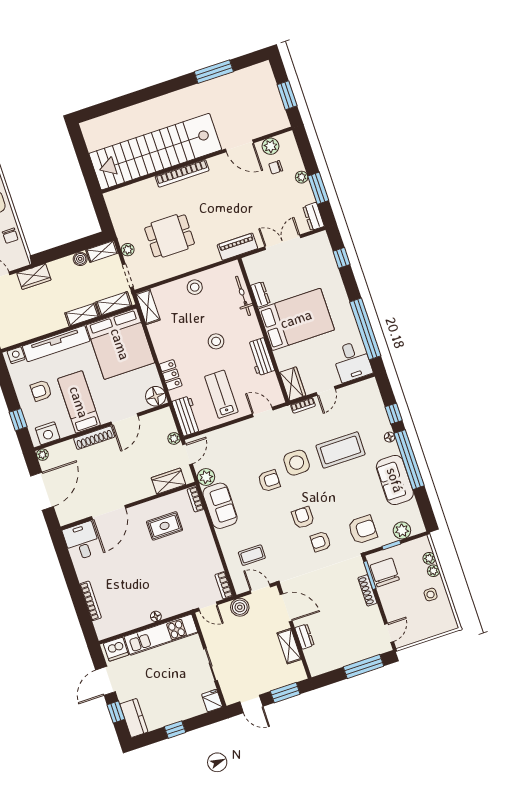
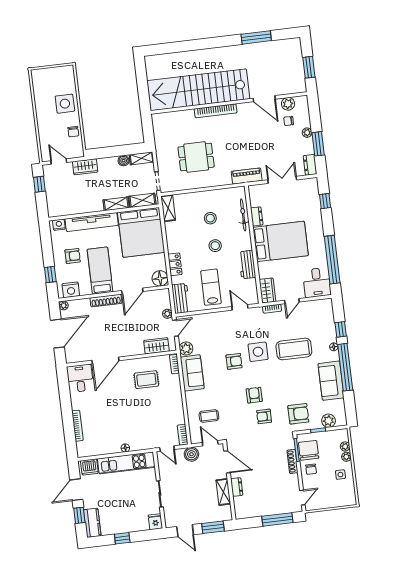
plant: (128, 250) -> (162, 161), removed
stool: (195, 287) -> (210, 218), moved
armchair: (41, 391) -> (73, 256), turned 180
chair: (393, 595) -> (311, 469), added

